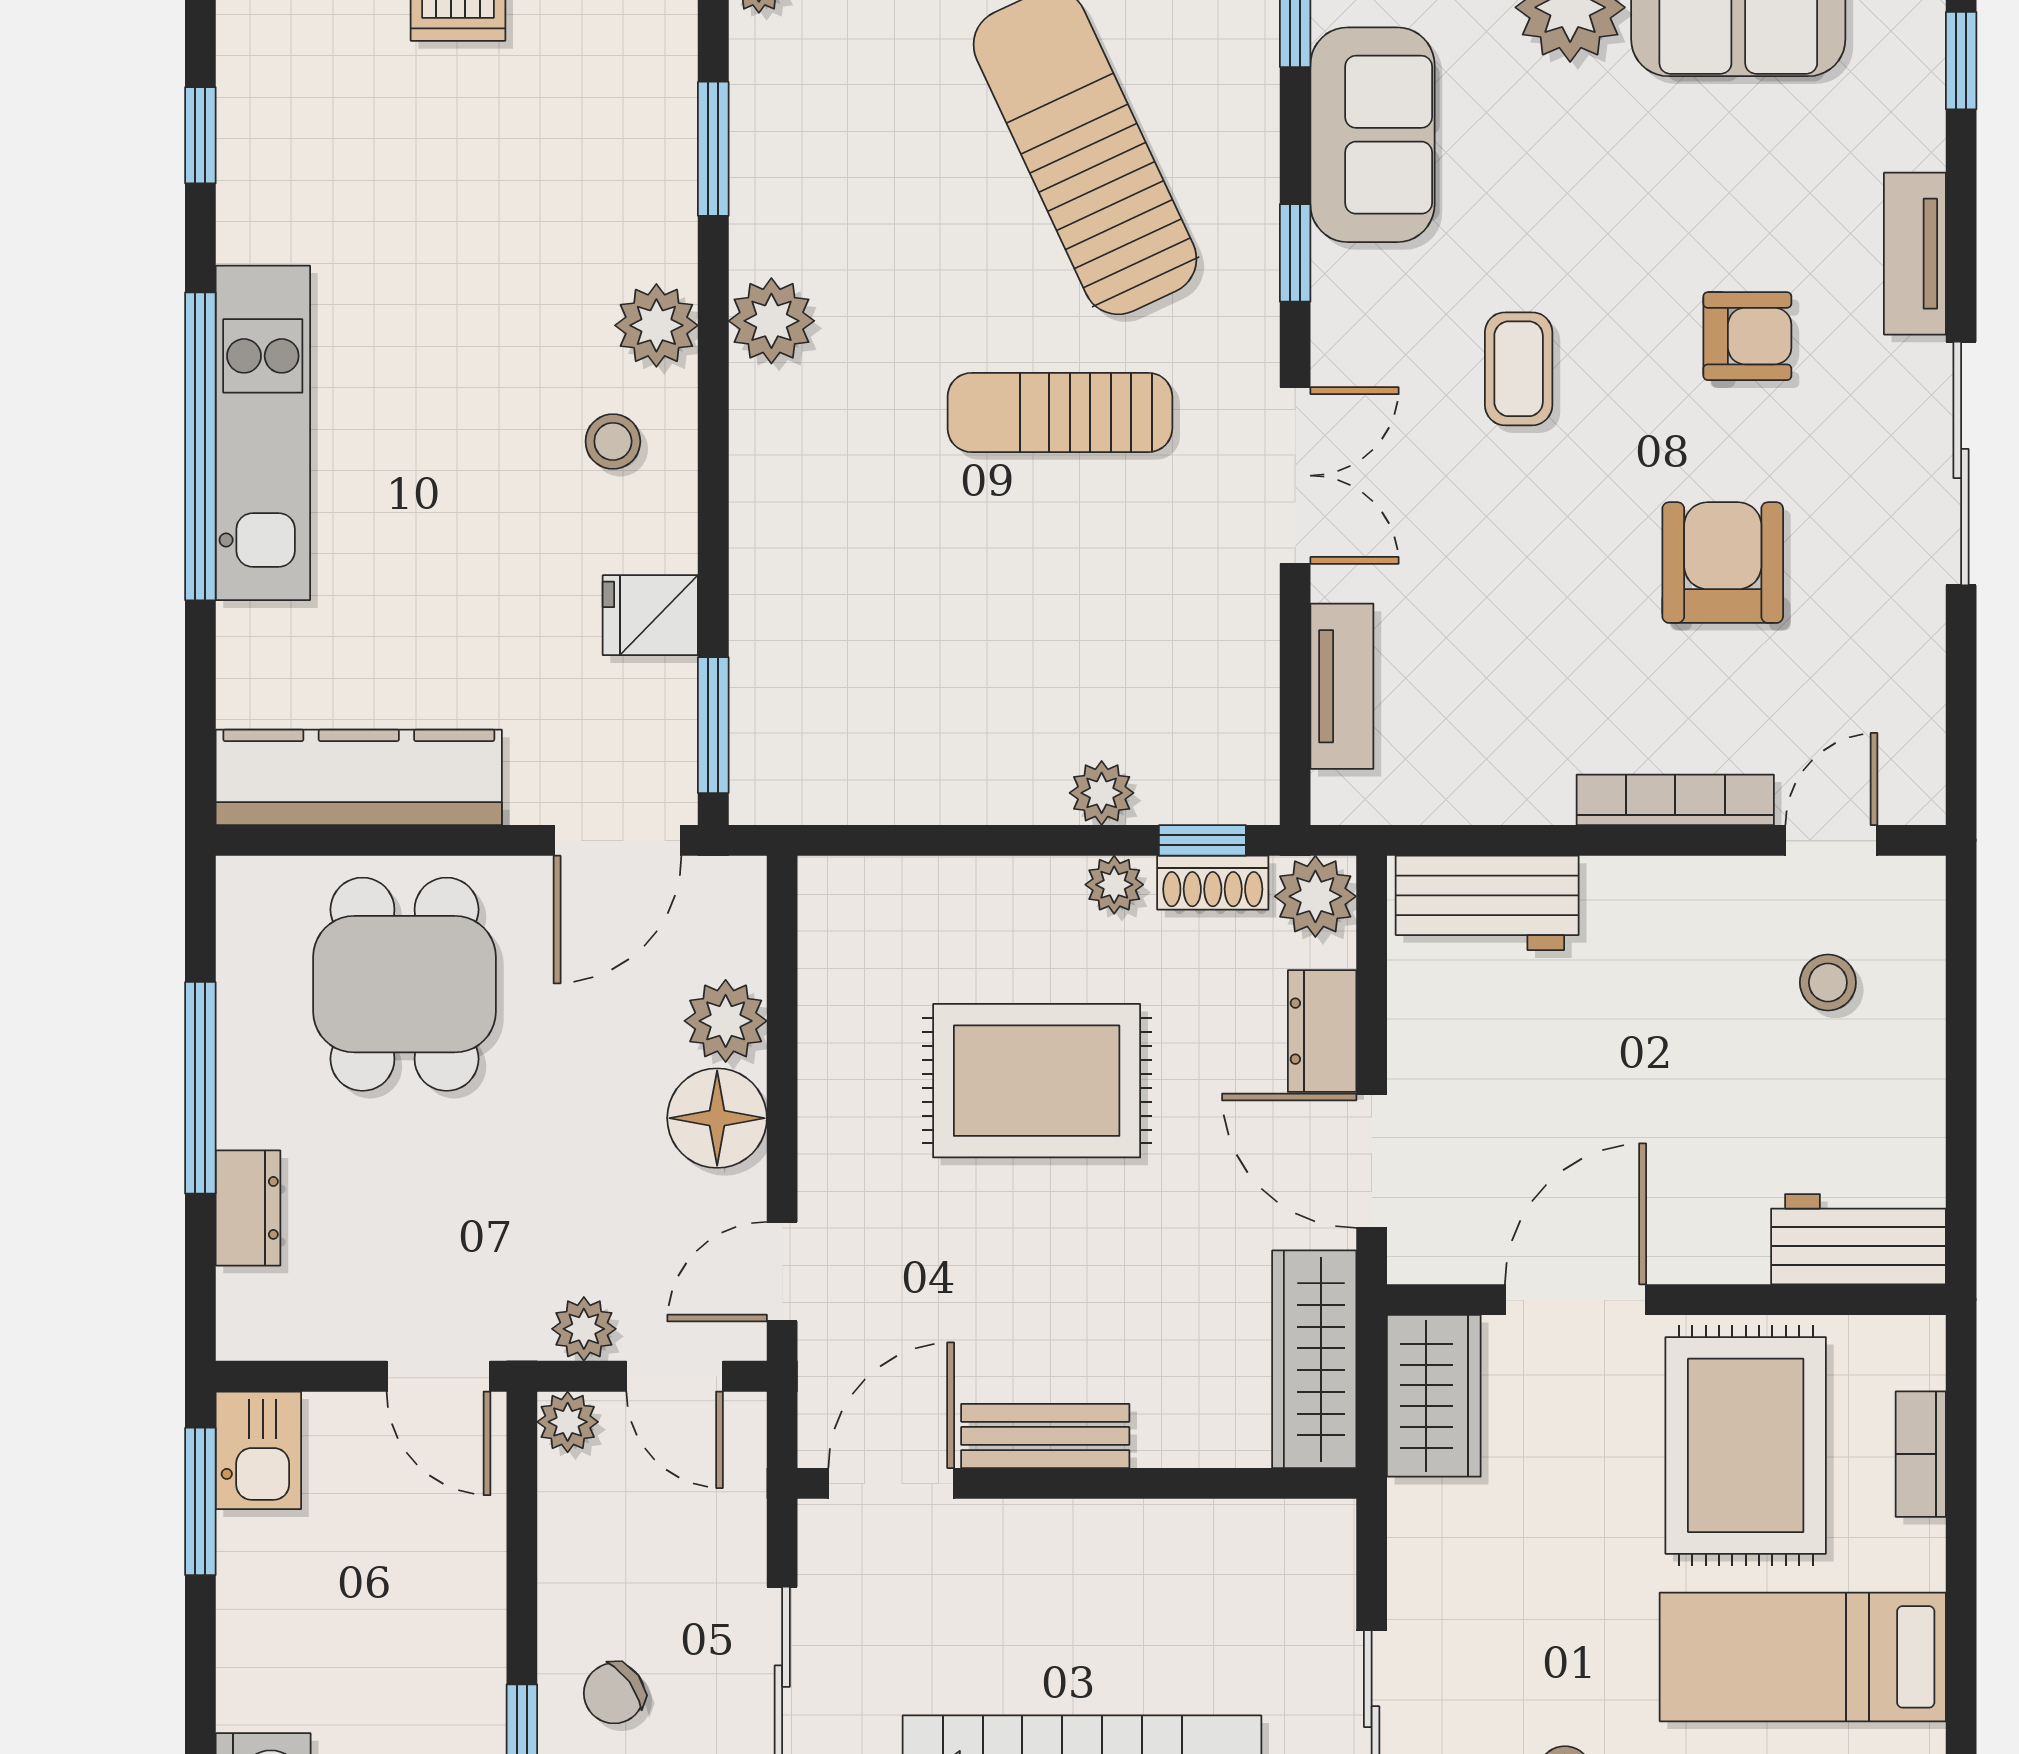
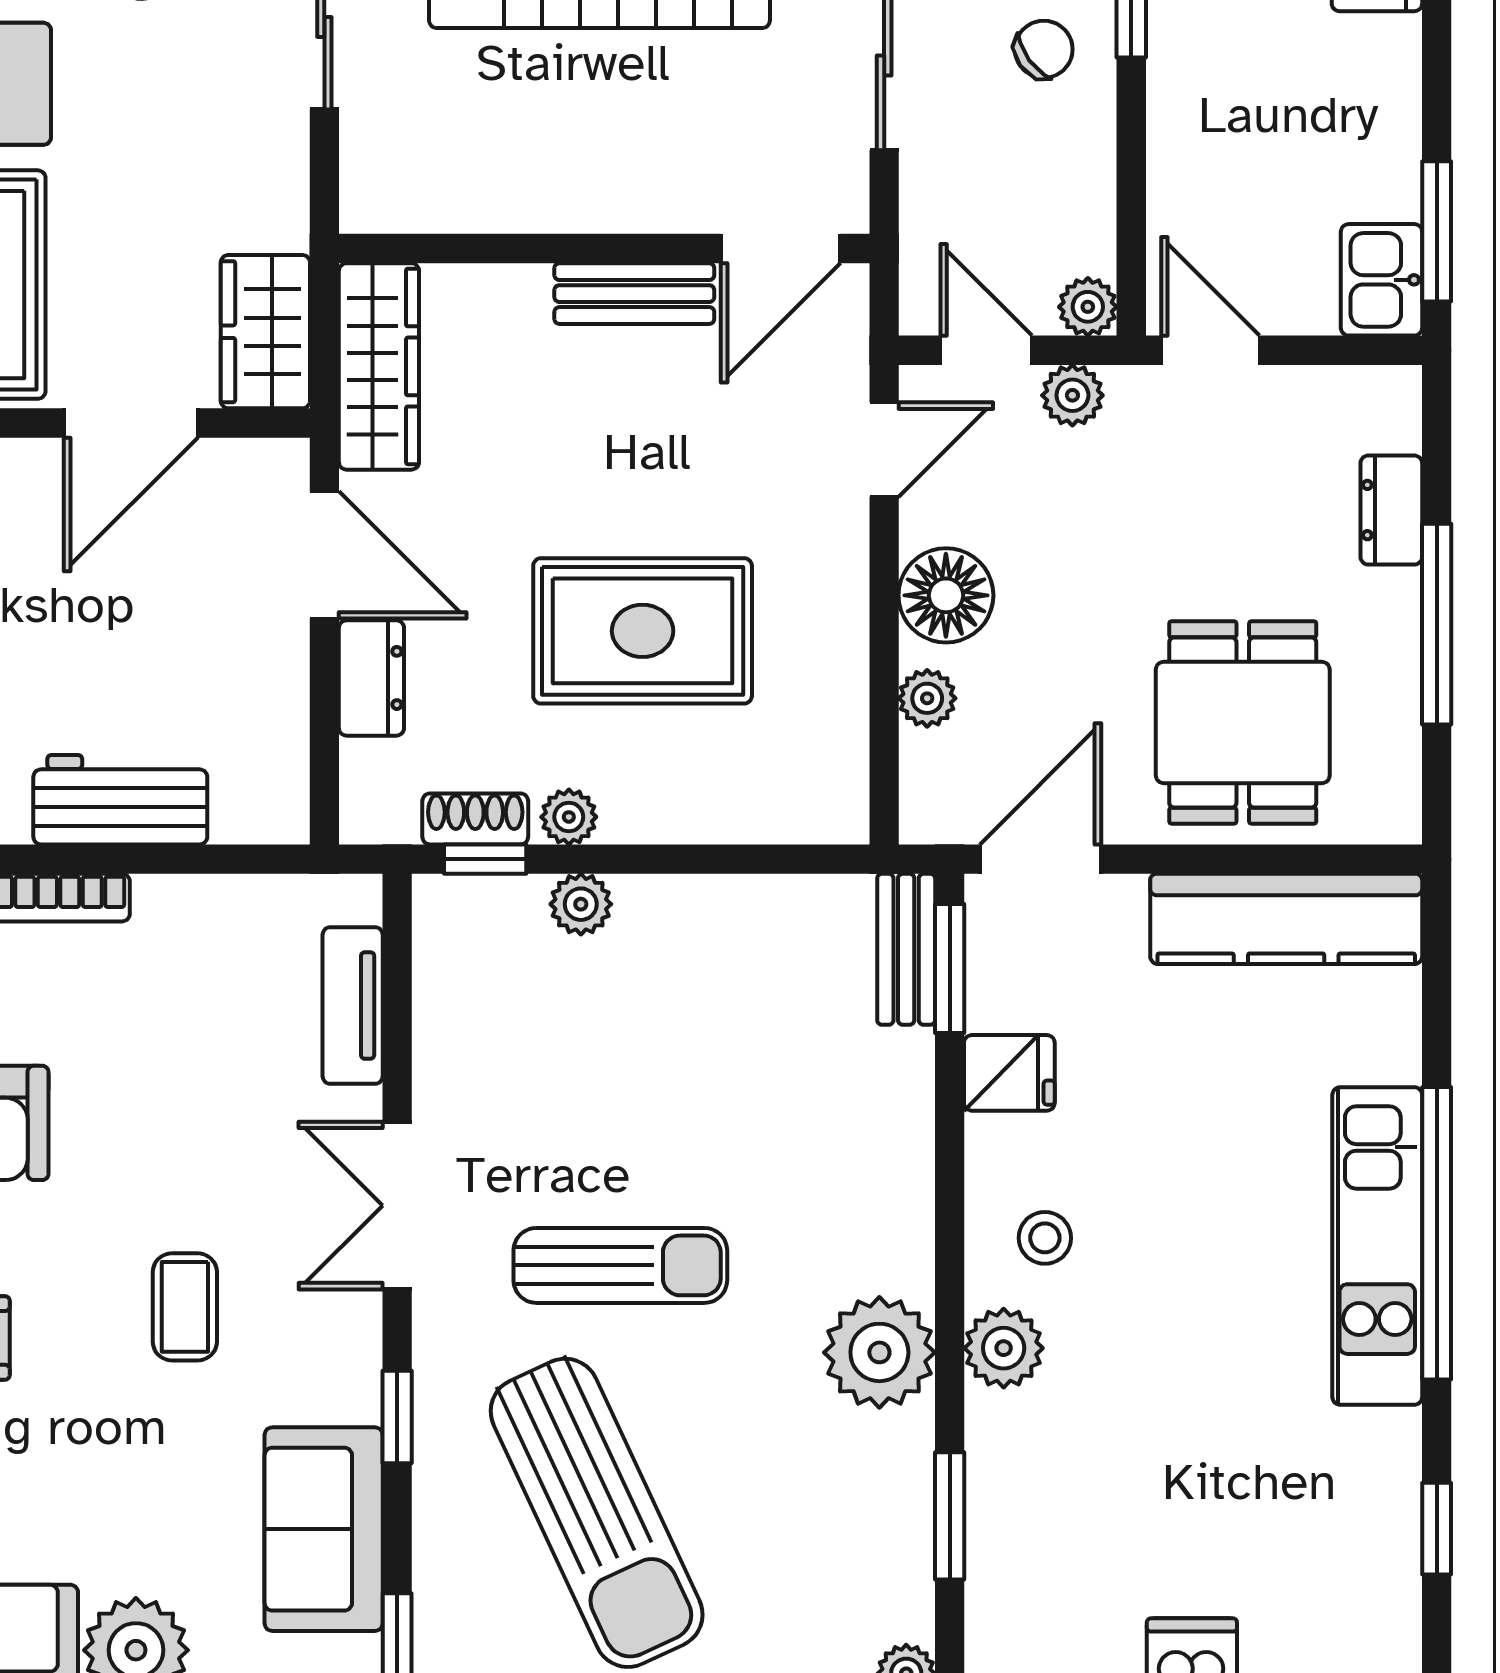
plant: (771, 321) -> (879, 1352), width x1.36, depth x1.36
bench: (759, 745) -> (906, 949), added
plant: (1315, 896) -> (378, 806), removed
workbench: (1487, 903) -> (120, 800), moved
plant: (726, 1021) -> (927, 698), width x0.73, depth x0.73

